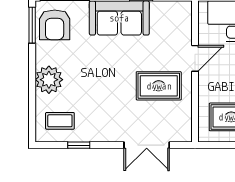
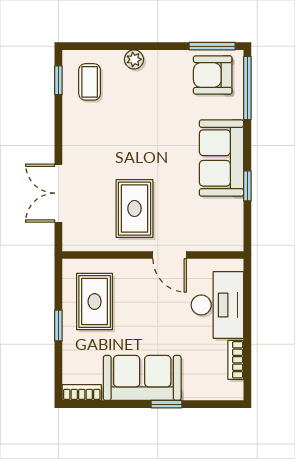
plant: (49, 80) -> (134, 59), width x0.53, depth x0.53
window: (79, 145) -> (58, 80), moved

